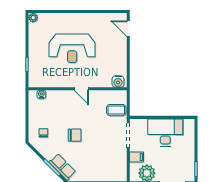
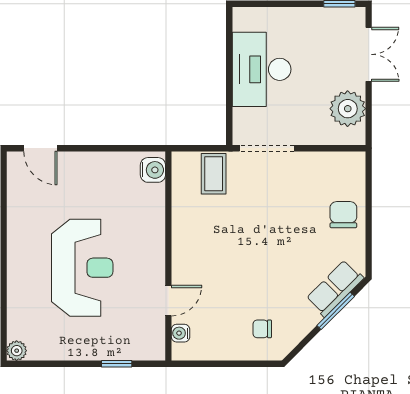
door: (128, 29) -> (40, 148), hinge flipped
door: (81, 89) -> (168, 301), moved
chair: (75, 135) -> (343, 215), moved
filing cabinet: (137, 157) -> (313, 131), removed

